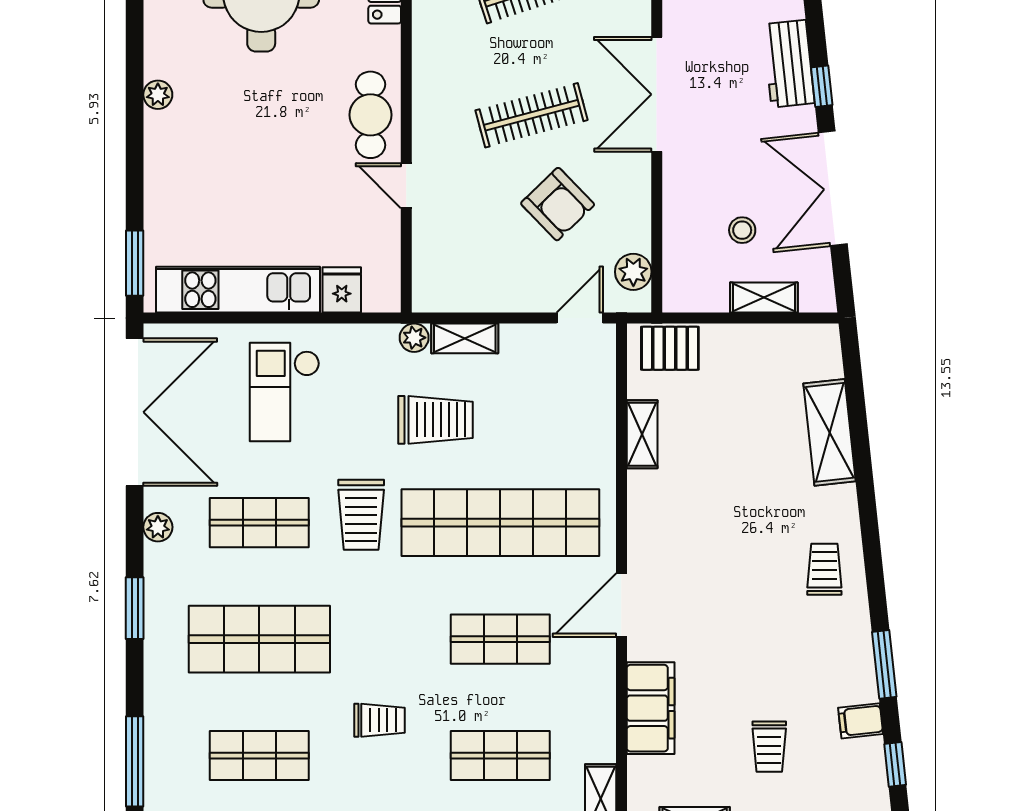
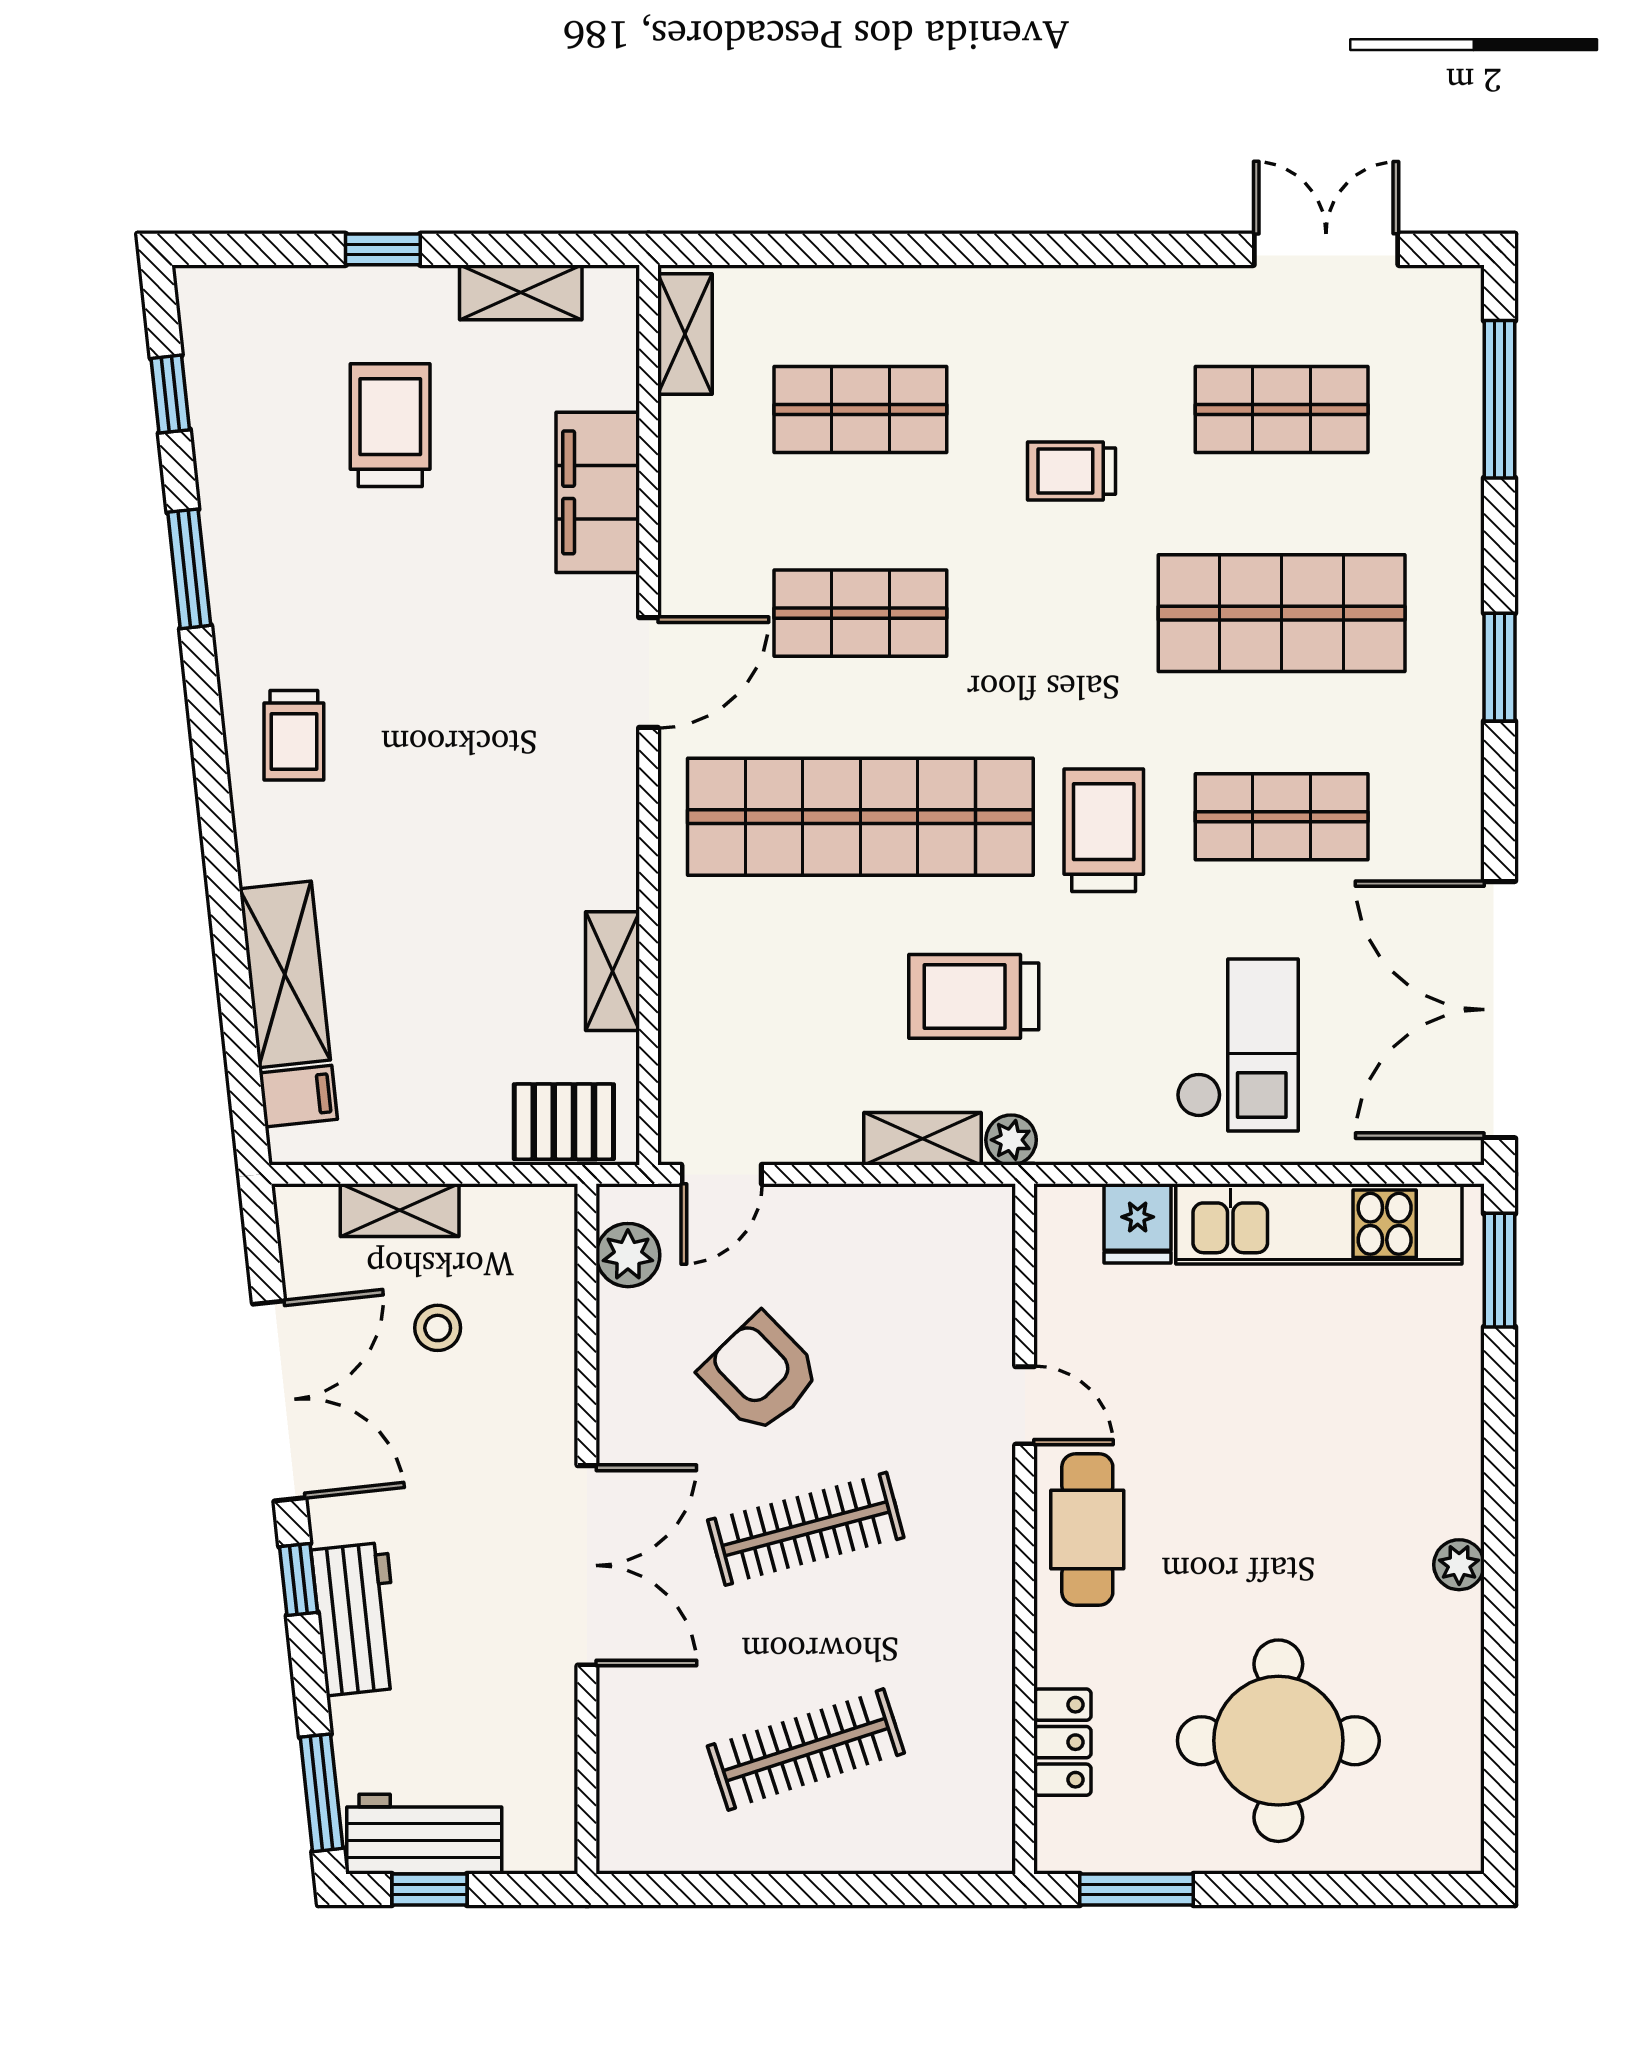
plant: (158, 527) -> (1459, 809), removed
filing cabinet: (861, 721) -> (298, 1096), moved
trolley: (769, 747) -> (390, 425), width x1.36, depth x1.39

